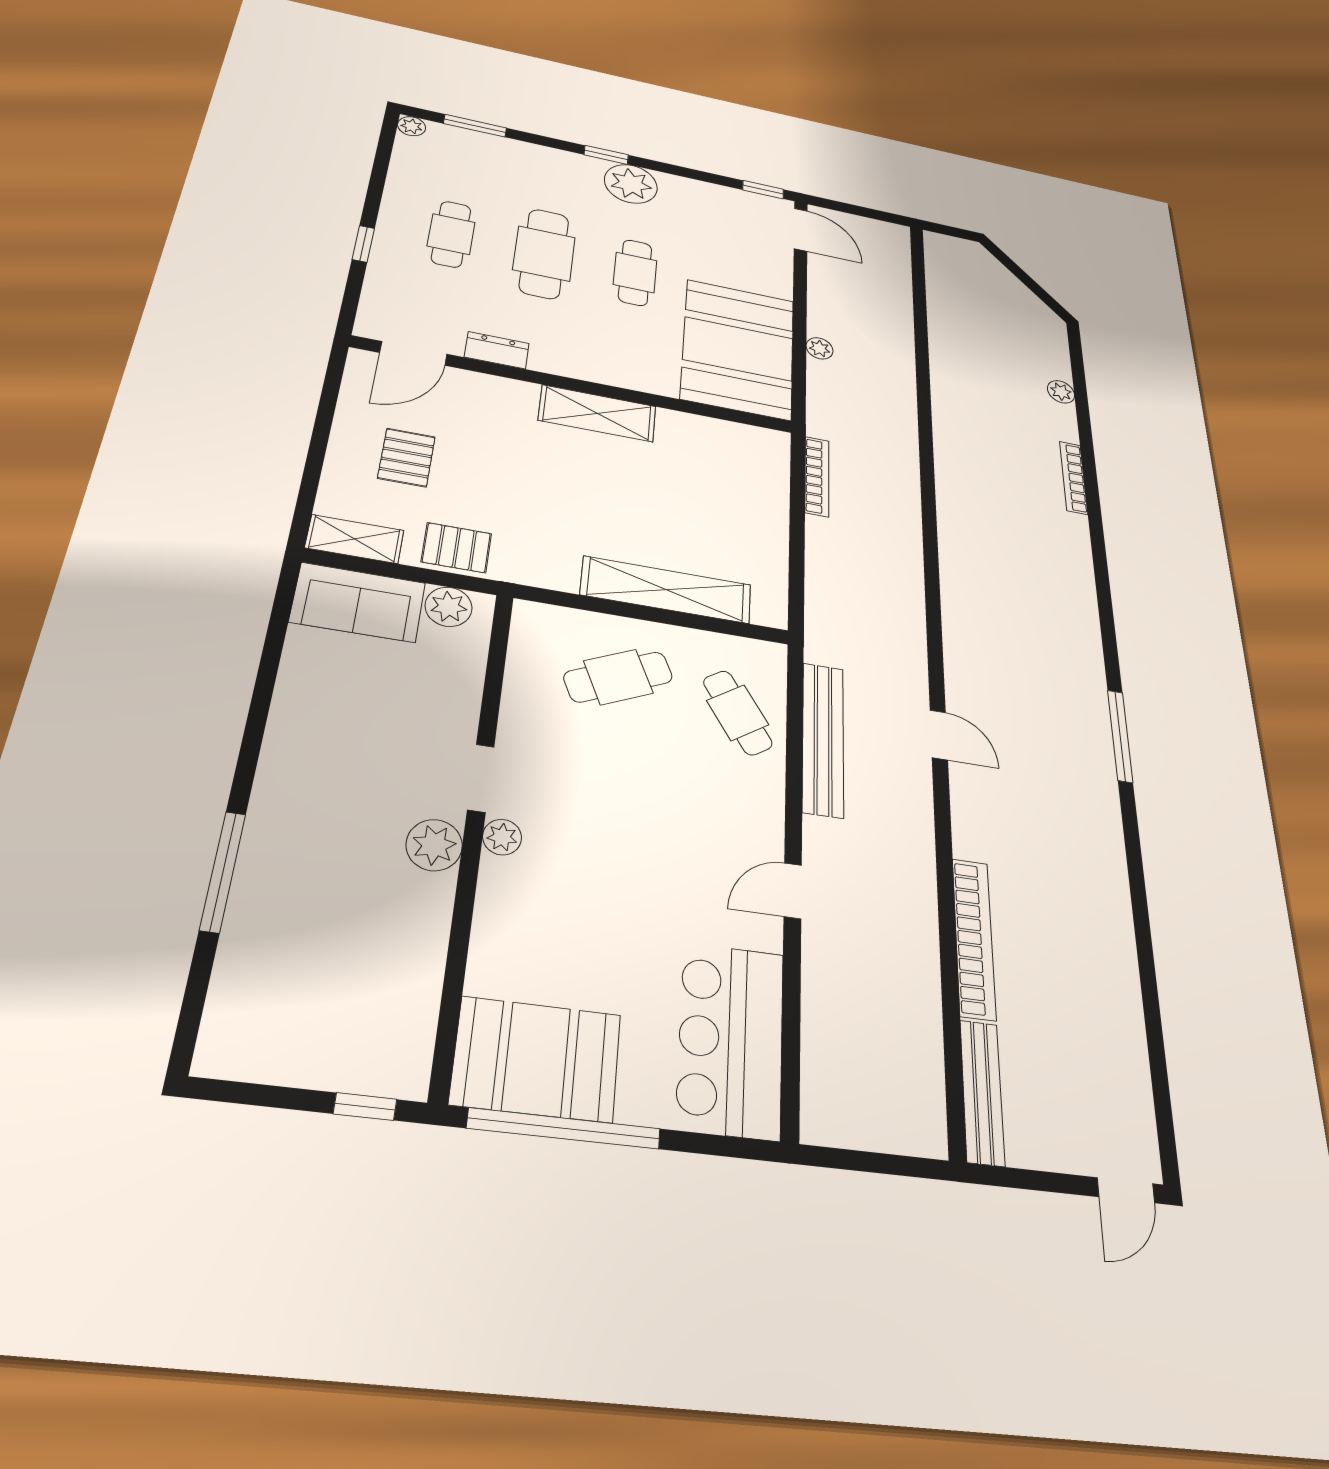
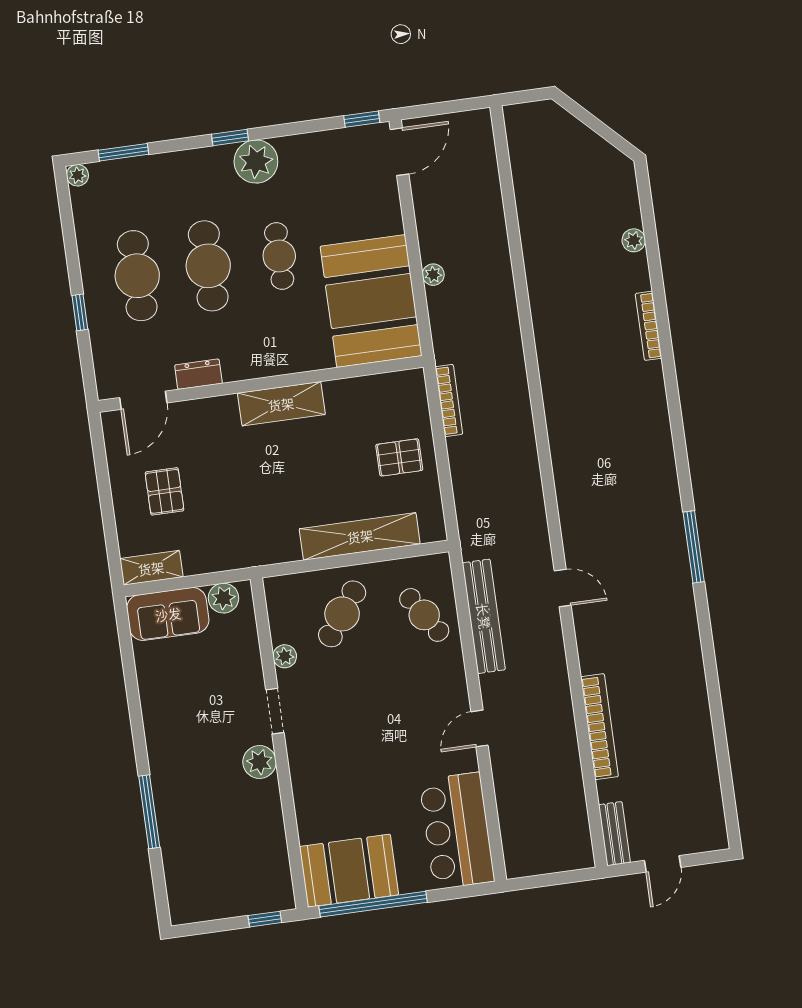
door: (801, 230) -> (400, 152), hinge flipped
cafe table: (451, 234) -> (137, 276), width x1.37, depth x1.35
pallet: (456, 548) -> (399, 457), moved
cafe table: (618, 677) -> (342, 614), turned -30
plant: (502, 837) -> (285, 656), moved
bench: (982, 1092) -> (614, 834), width x0.73
door: (1126, 1190) -> (663, 864), moved

